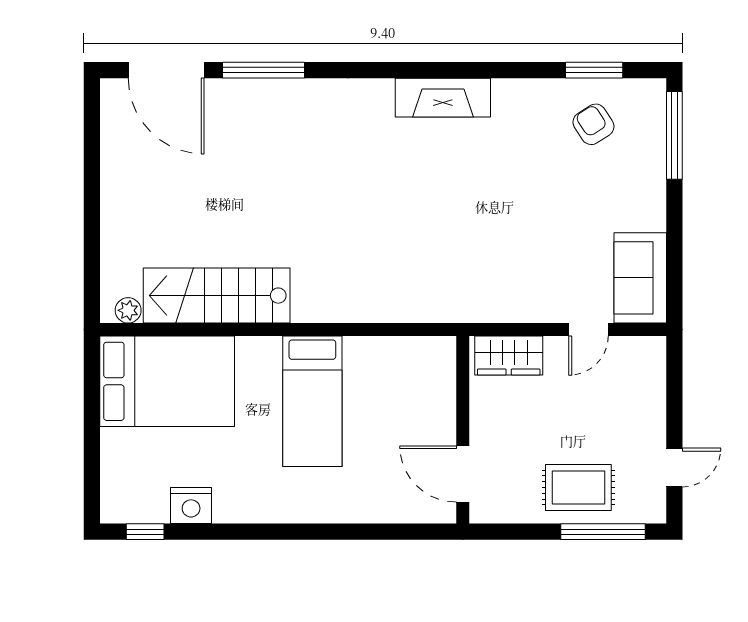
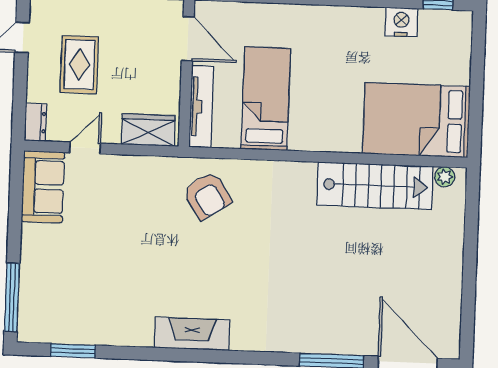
armchair: (593, 124) -> (207, 196), moved, width x1.38, depth x1.38
dresser: (653, 360) -> (35, 122), added
tv unit: (442, 388) -> (201, 107), added
bed: (312, 401) -> (266, 99), moved
rug: (578, 487) -> (79, 65), moved, turned 90

